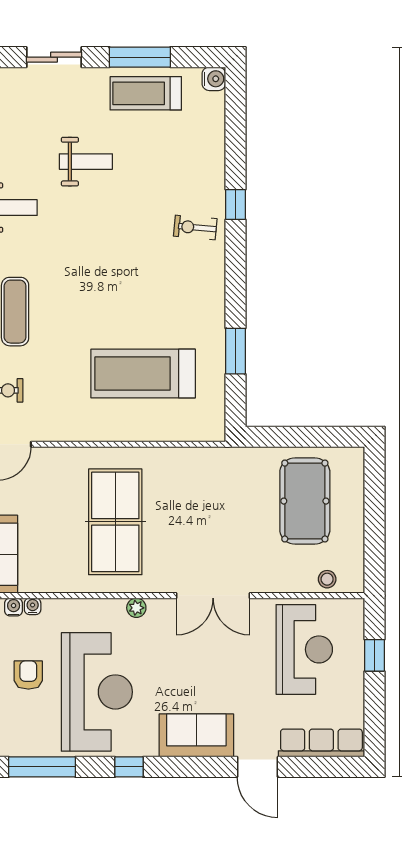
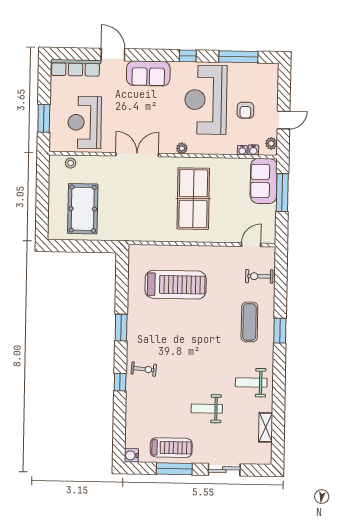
window: (236, 351) -> (121, 328), moved
window: (374, 655) -> (44, 118), width x1.50

